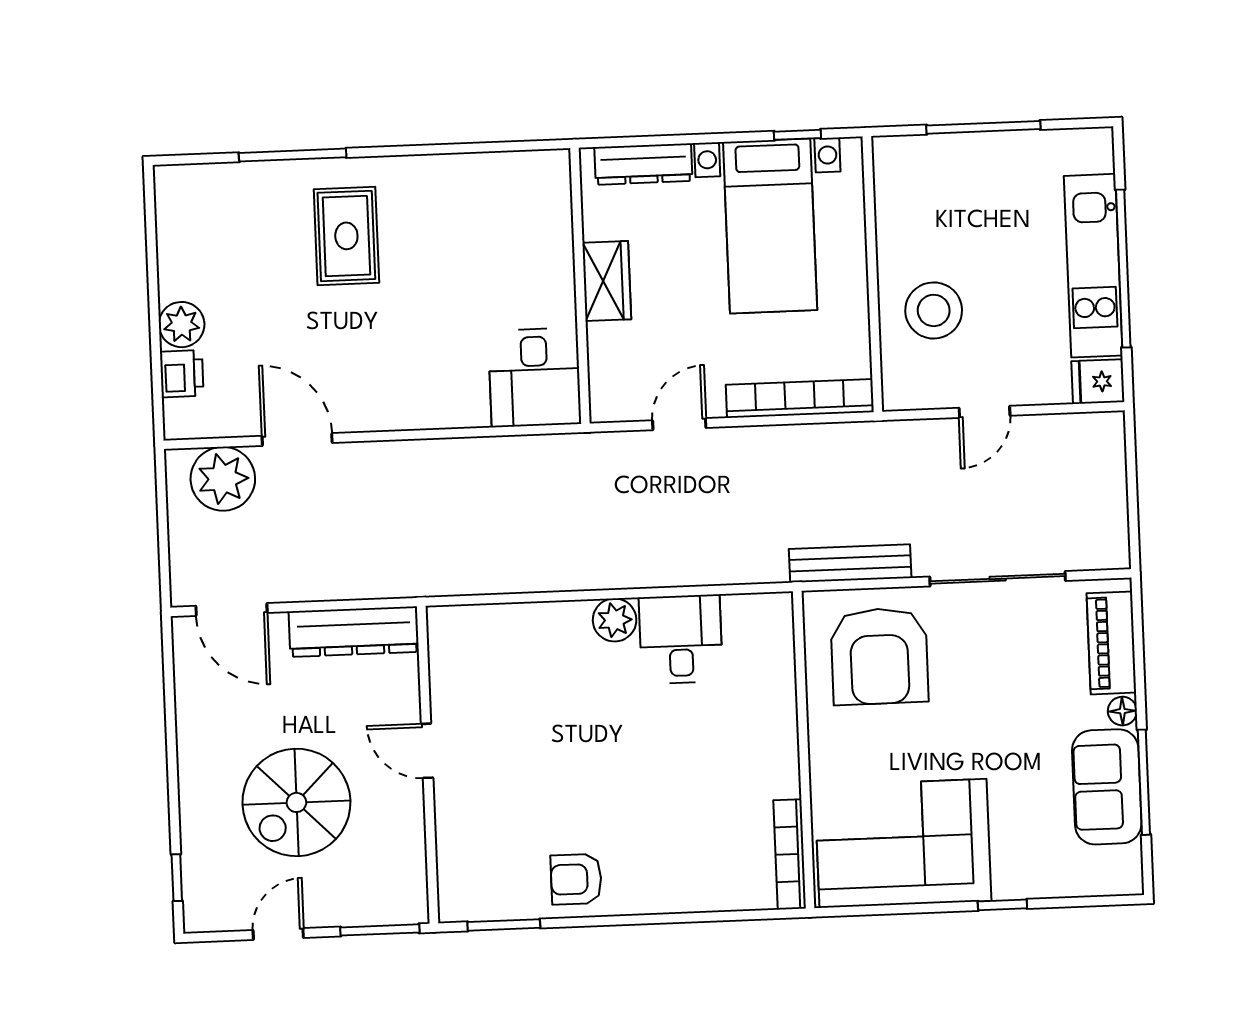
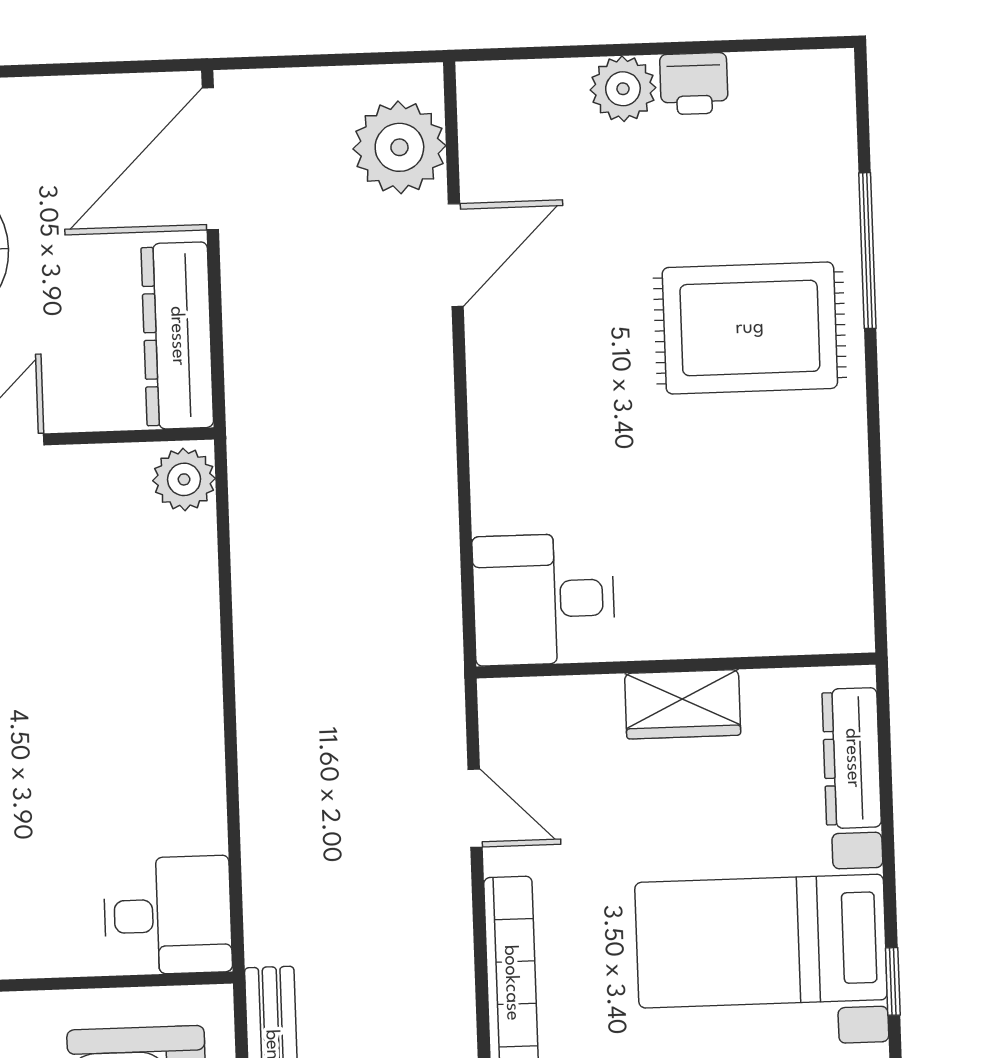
rug: (346, 236) -> (750, 328), width x1.36, depth x1.43
printer: (182, 374) -> (694, 84), moved
door: (231, 609) -> (210, 159), width x1.36
plant: (615, 620) -> (184, 479), moved
desk: (681, 639) -> (168, 915), moved

